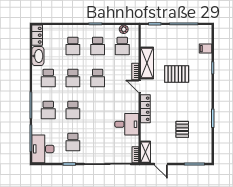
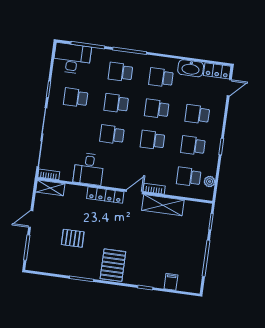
door: (49, 24) -> (229, 88), added
pallet: (177, 74) -> (113, 265), moved
school desk: (98, 110) -> (112, 134), added
door: (161, 164) -> (31, 219), moved

